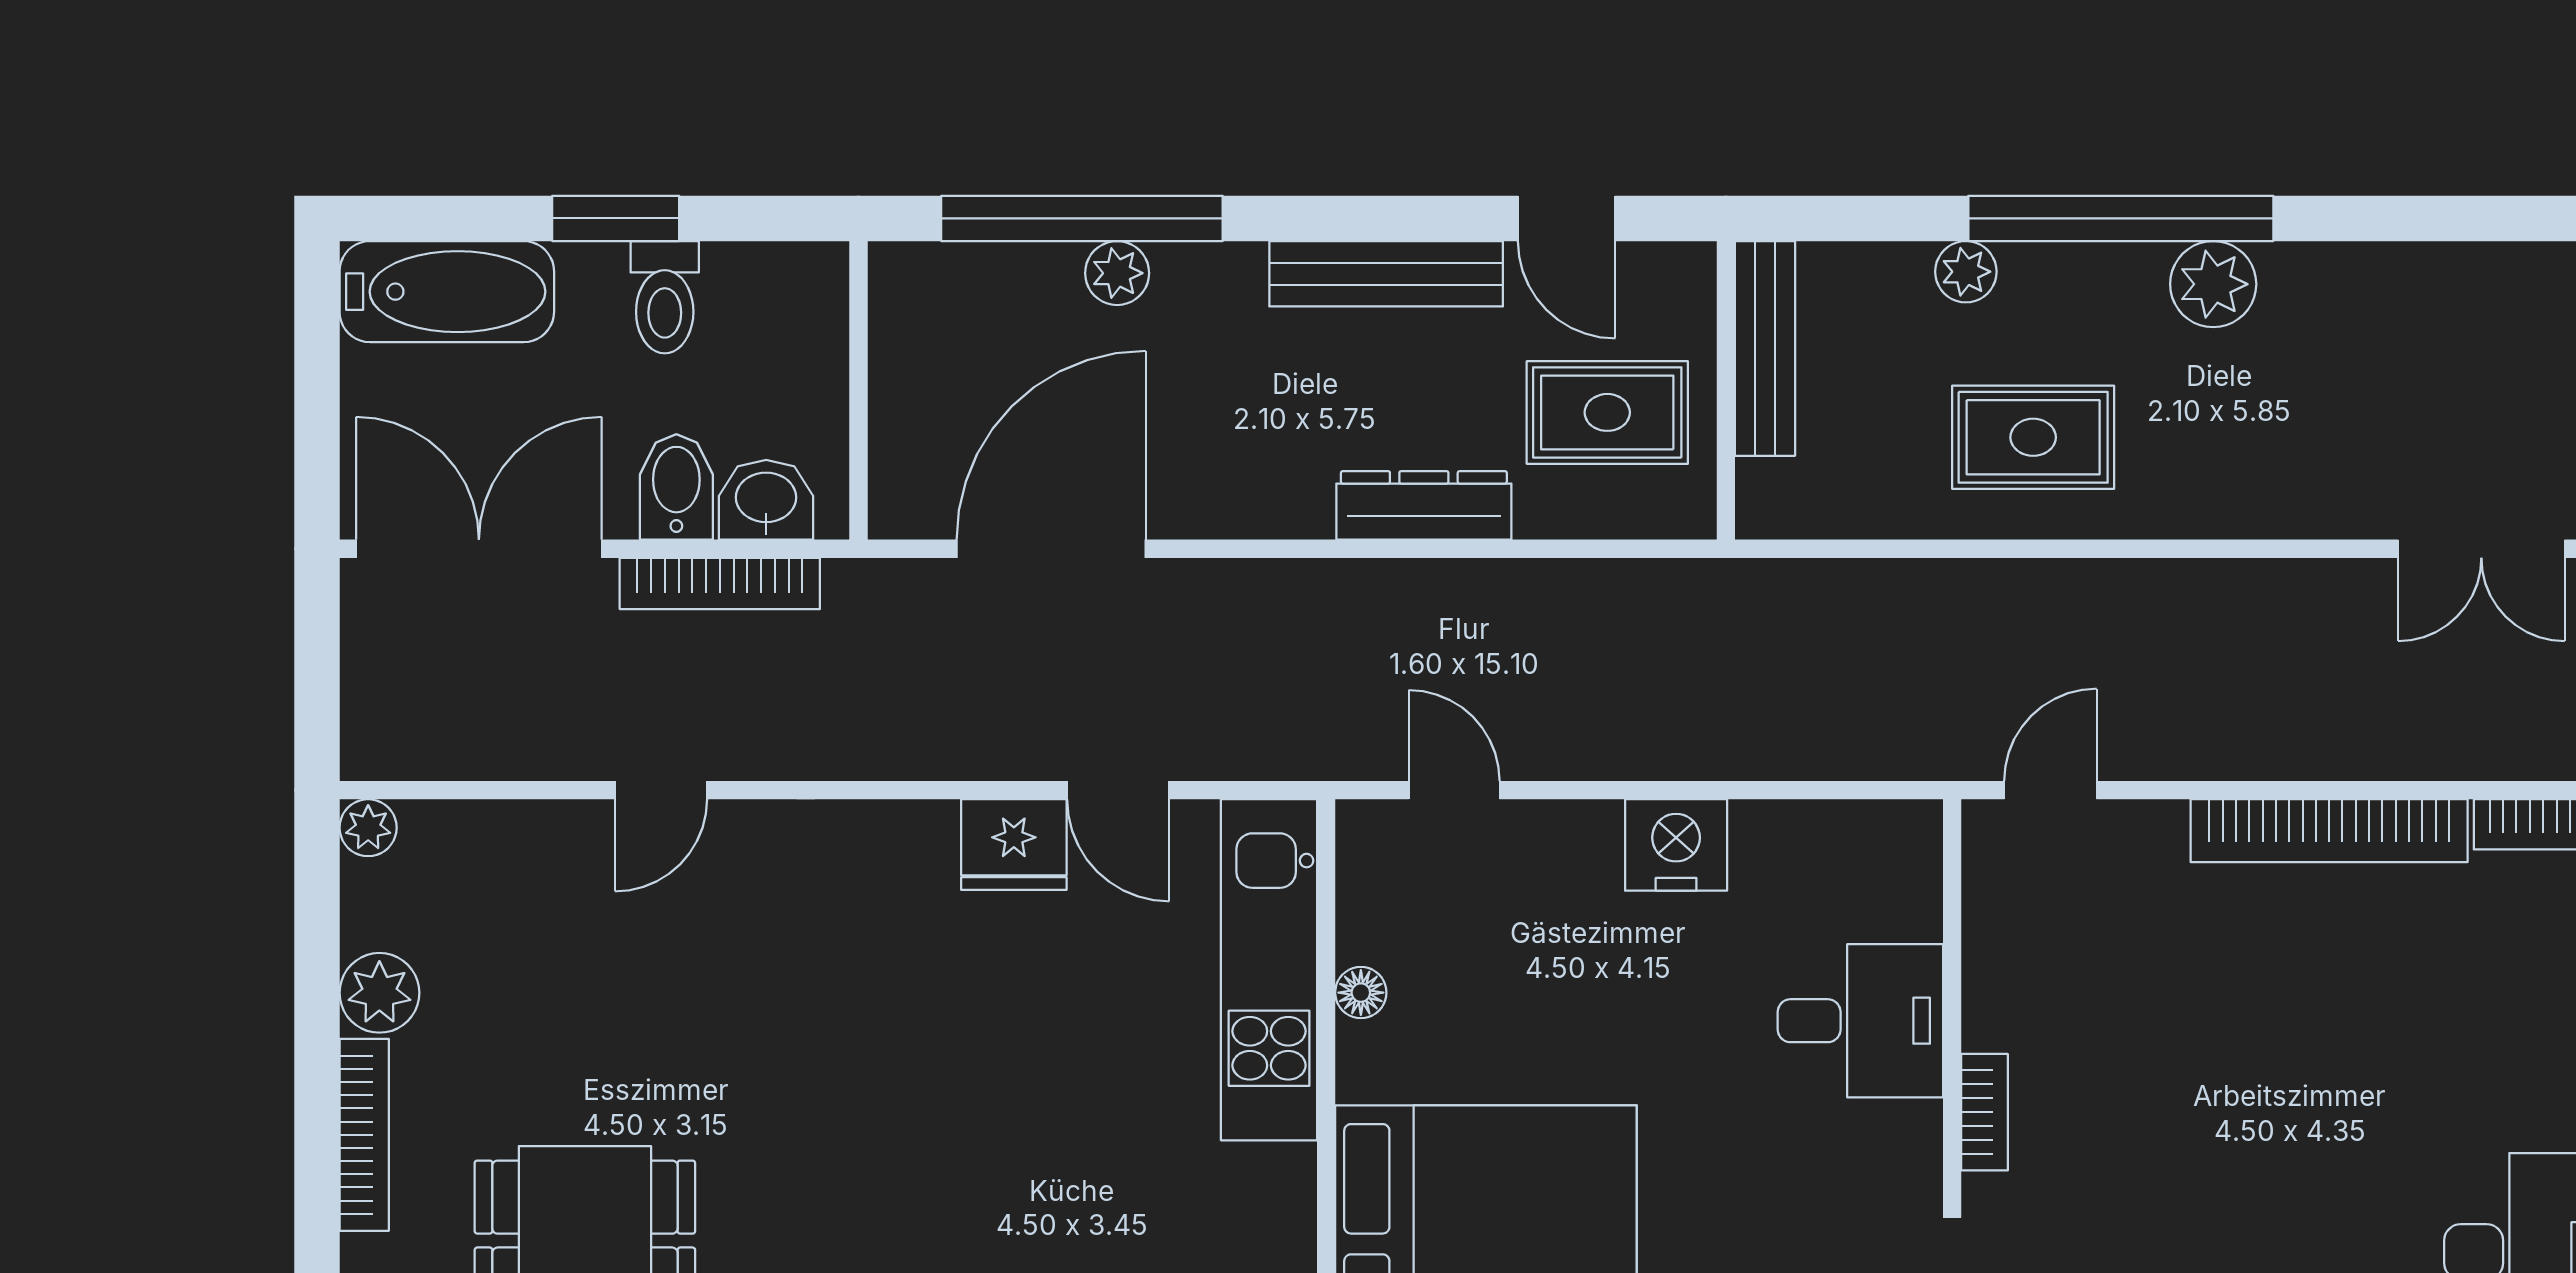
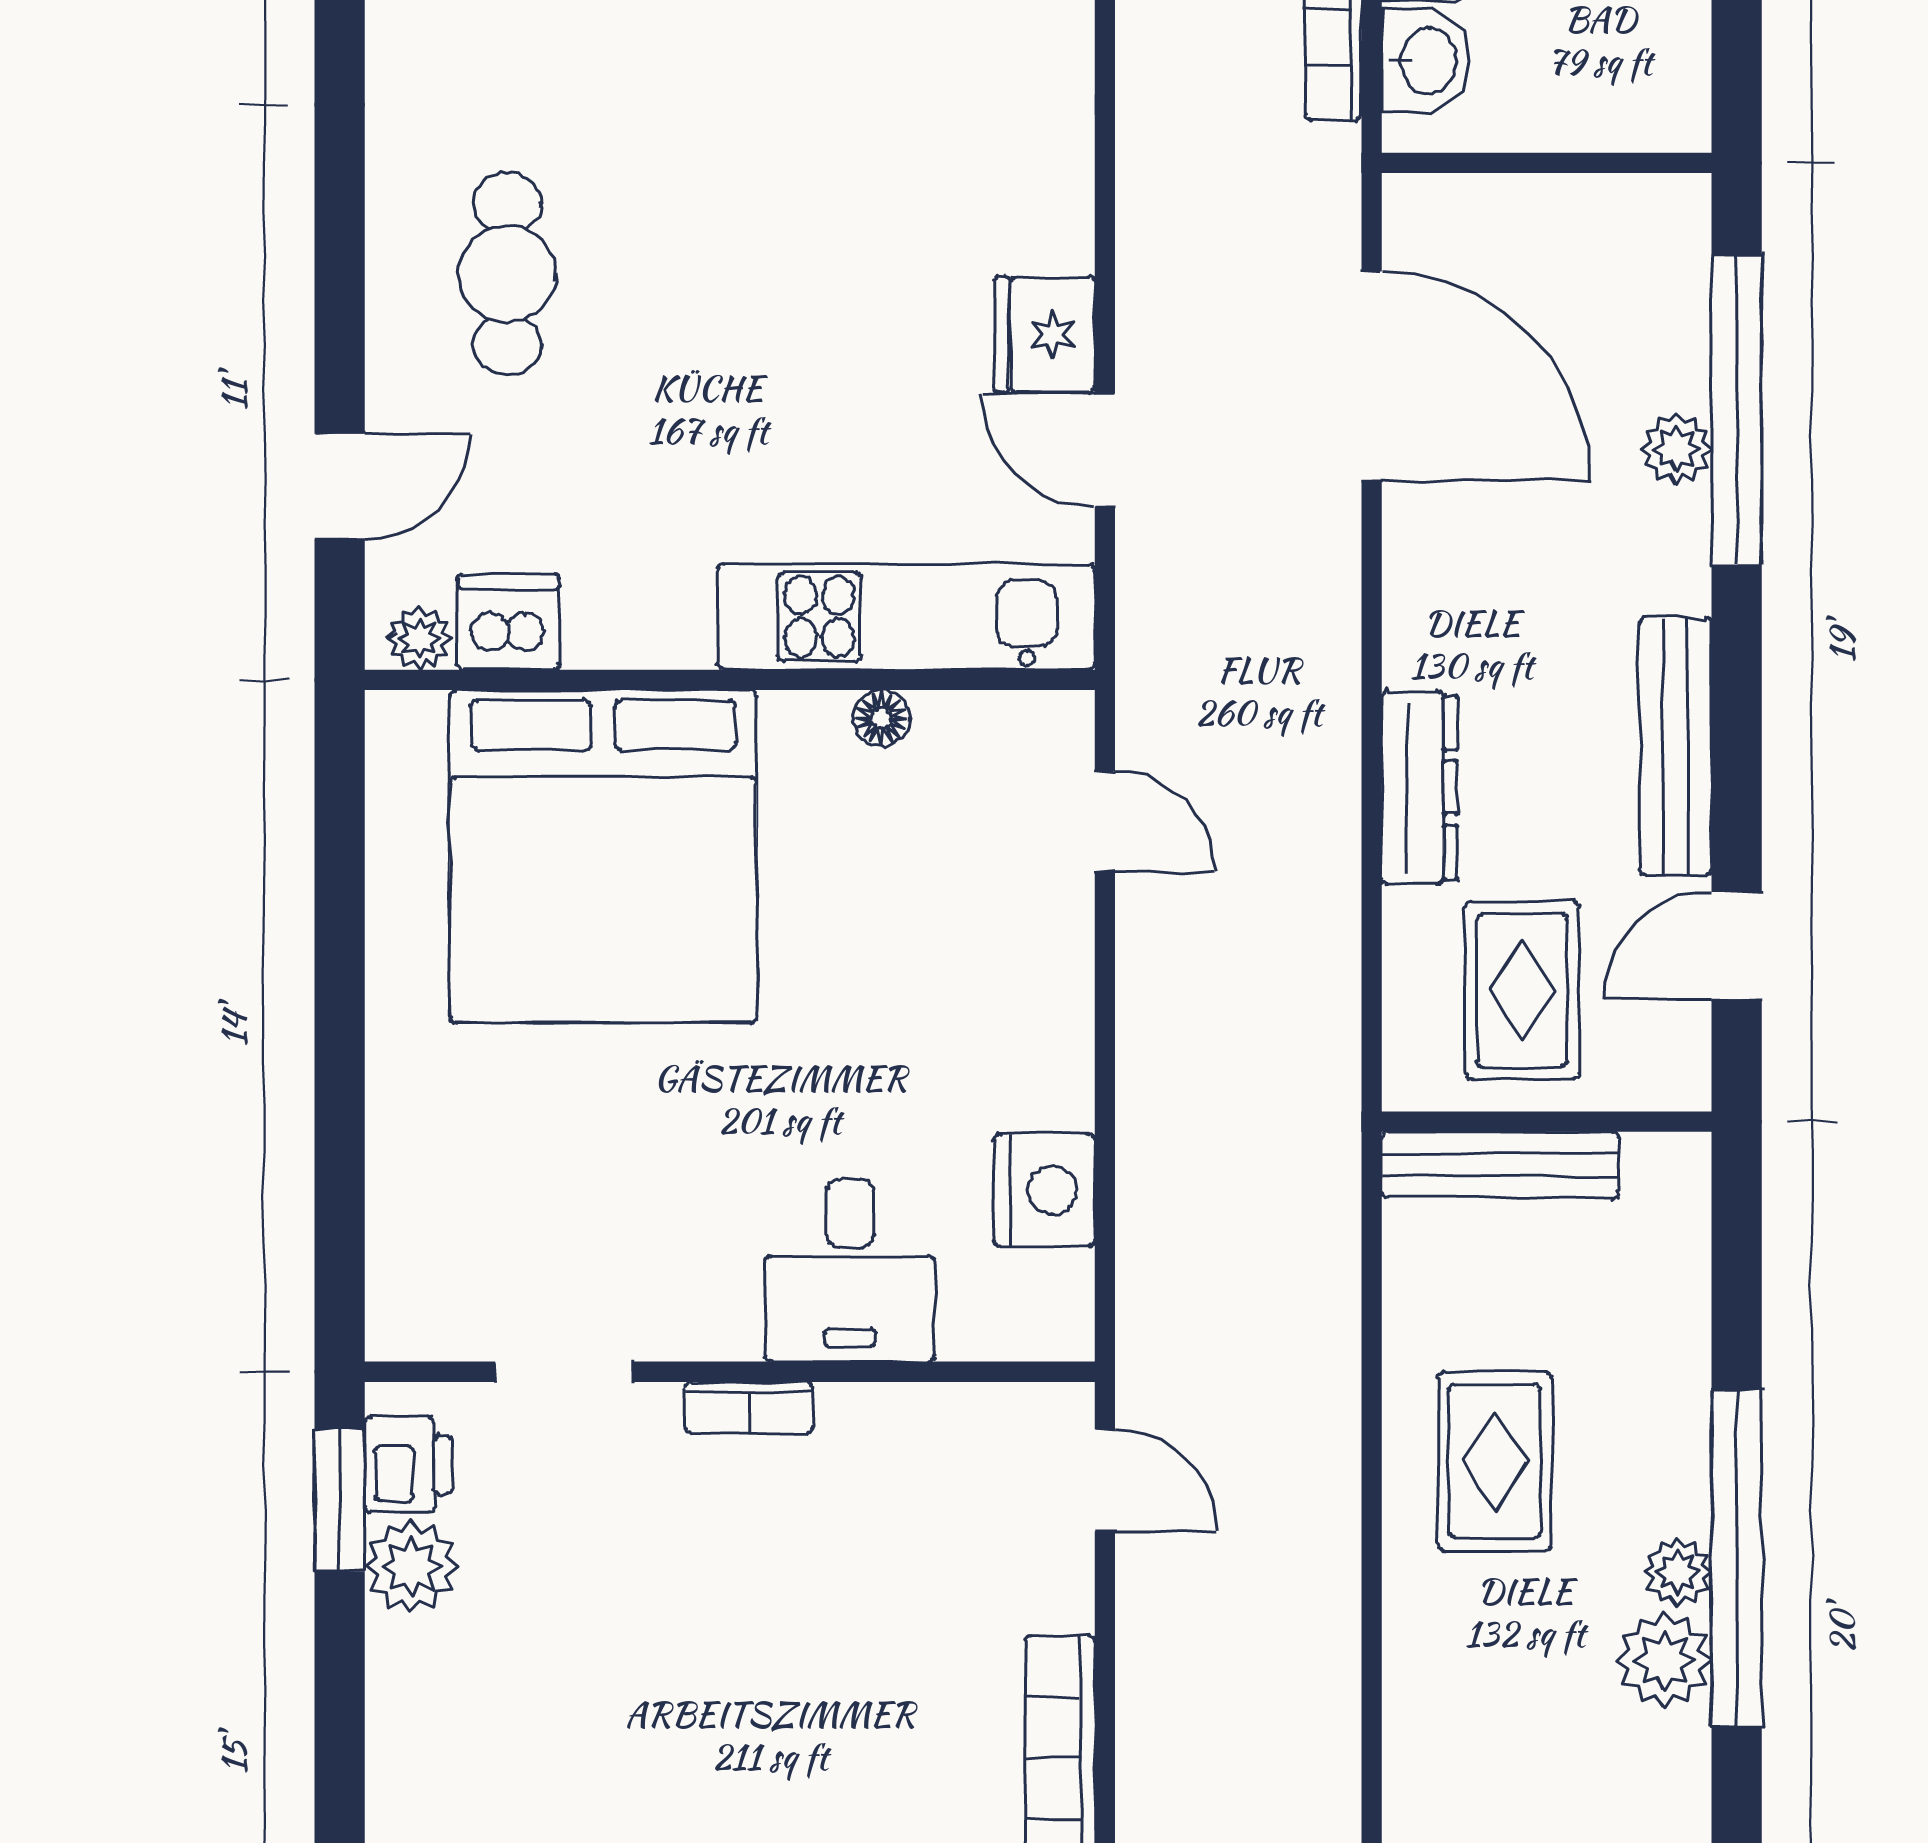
plant: (1966, 272) -> (1678, 1572), moved
bench: (1765, 348) -> (1500, 1165), moved
door: (1118, 790) -> (1105, 450), hinge flipped
door: (1454, 790) -> (1105, 821), hinge flipped
nightstand: (1676, 845) -> (1044, 1190), moved

